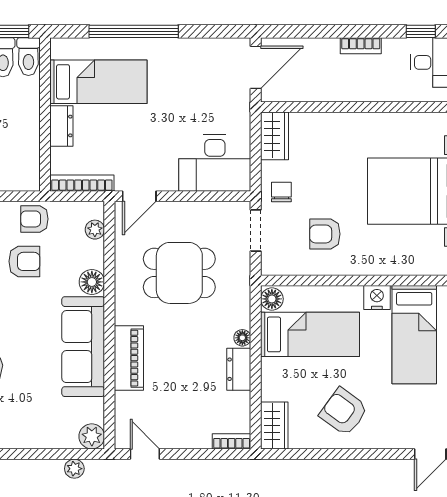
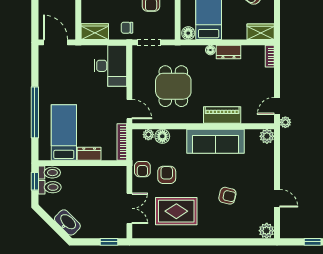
floor lamp: (92, 282) -> (162, 136), moved
plant: (74, 469) -> (285, 122), moved

